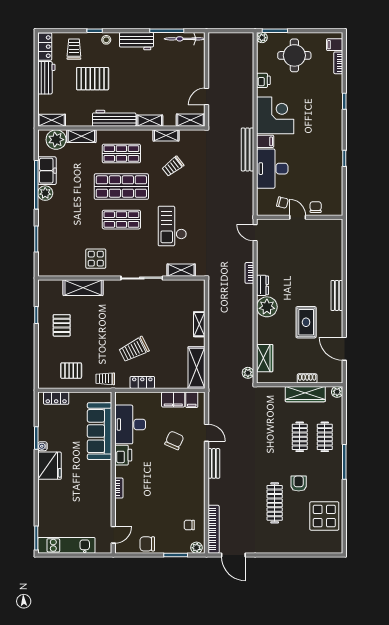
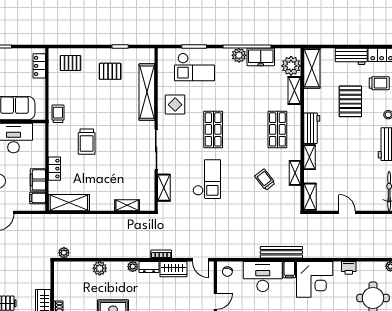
door: (206, 96) -> (347, 212), moved
workbench: (114, 118) -> (312, 128), width x0.73
shelving: (52, 120) -> (312, 68), width x1.50, depth x1.33
shop shelf: (121, 187) -> (245, 129), removed
chair: (282, 203) -> (227, 272), moved
checkout: (172, 226) -> (207, 179), turned 90
door: (255, 233) -> (200, 260), swing flipped
checkout: (57, 239) -> (195, 67), added
shelving: (83, 288) -> (147, 92), width x1.47
plant: (267, 307) -> (133, 267), width x0.53, depth x0.53
shelving: (199, 324) -> (127, 205), moved
plant: (264, 336) -> (100, 268), added
trolley: (134, 349) -> (87, 142), turned -153
wardrobe: (265, 358) -> (173, 269), moved
pallet: (71, 371) -> (70, 63), moved, turned 90
locker: (142, 382) -> (54, 169), moved

